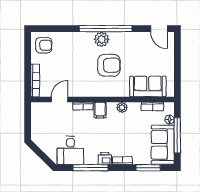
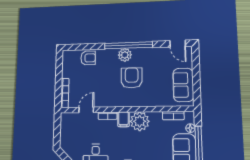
armchair: (44, 45) -> (88, 58), moved
armchair: (109, 65) -> (132, 78), turned -90
sofa: (148, 86) -> (183, 85), moved, turned -90
plant: (122, 107) -> (140, 121), width x1.87, depth x1.87

